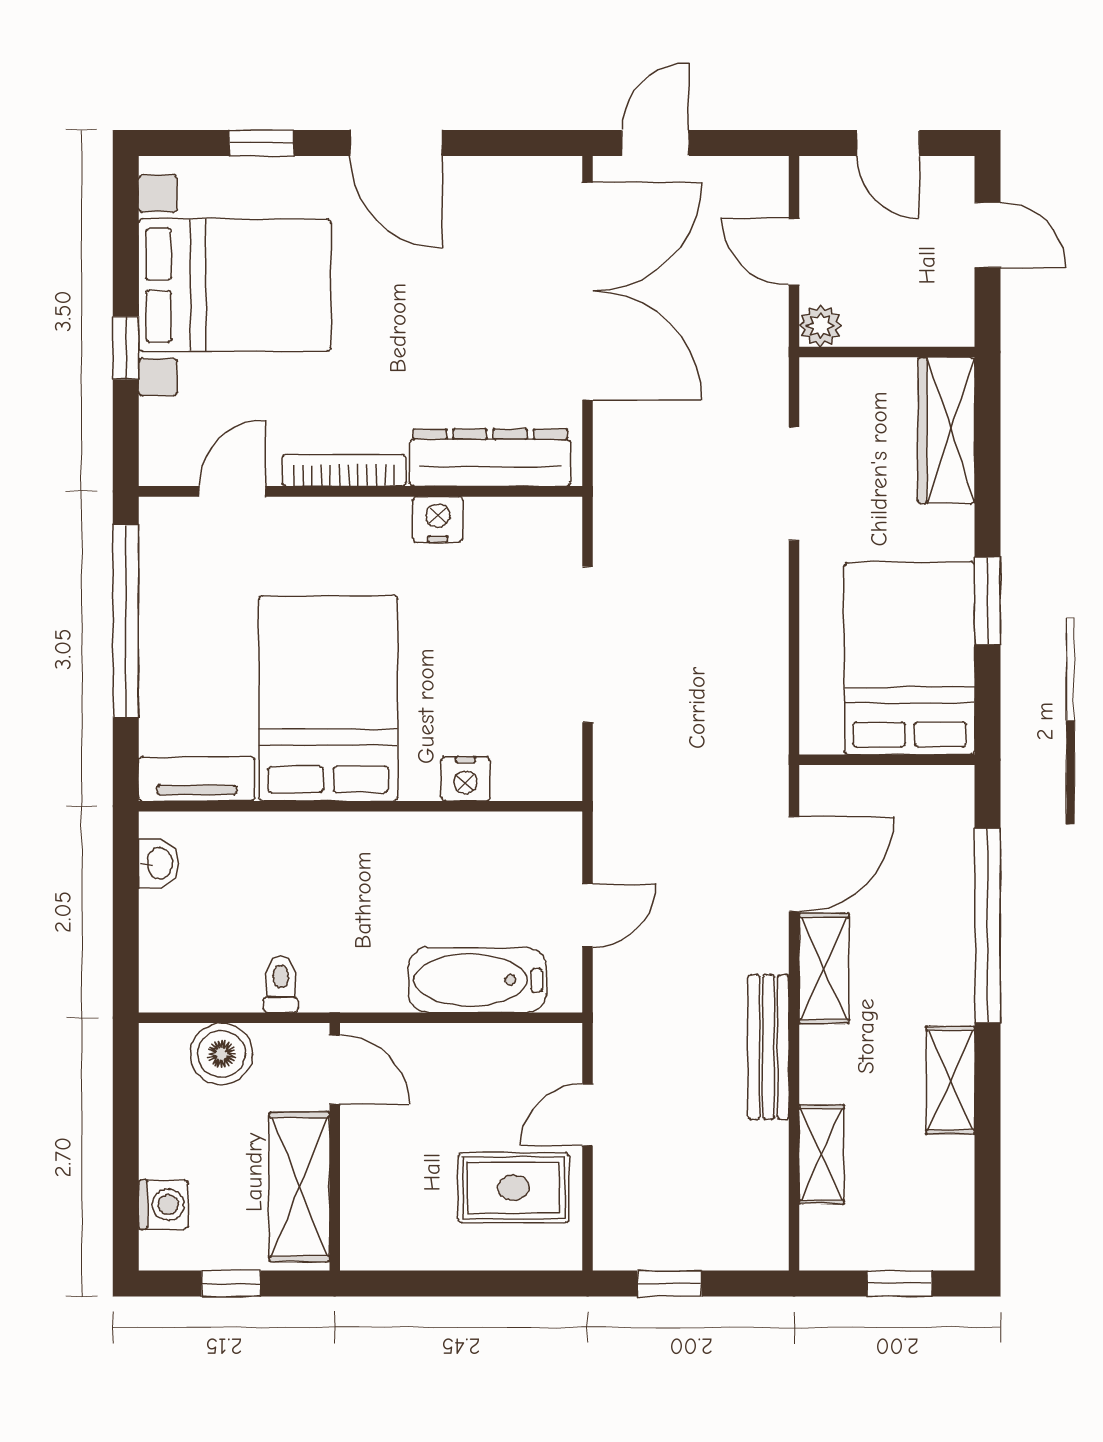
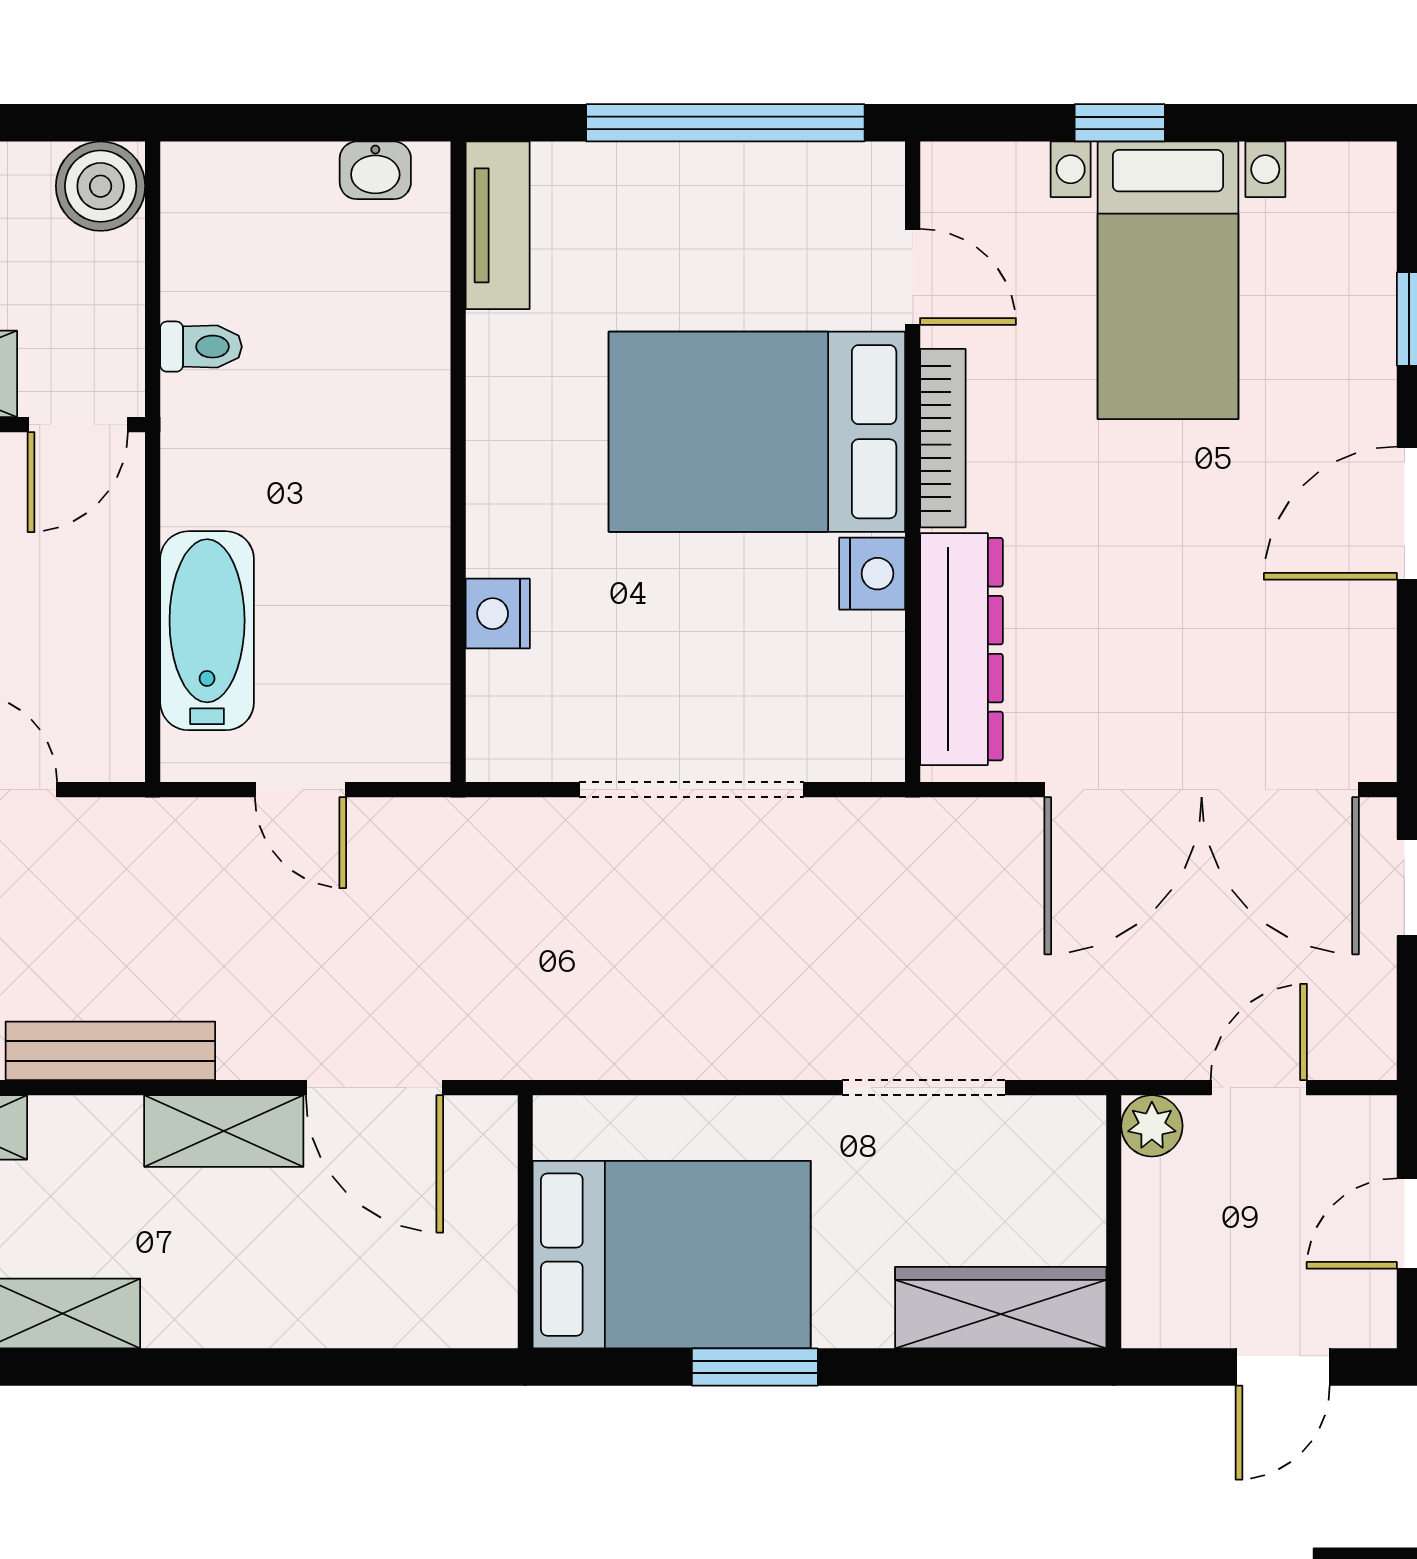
bed with nightstands: (235, 285) -> (1168, 280), width x0.73
bed: (328, 698) -> (757, 432), moved, turned 180
window: (988, 926) -> (286, 1367), removed
boiler: (222, 1054) -> (101, 186), moved

